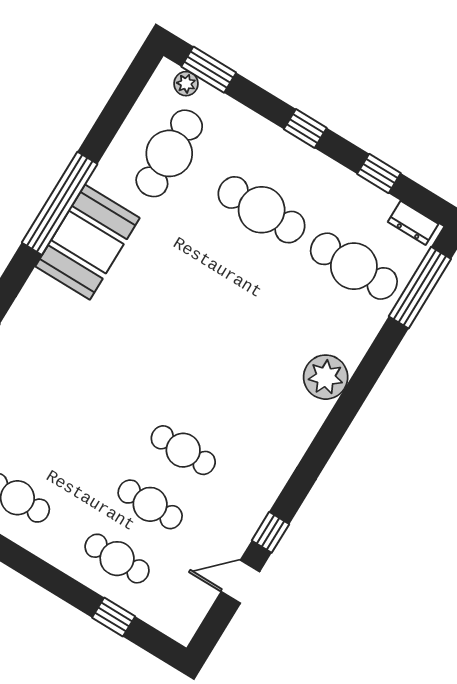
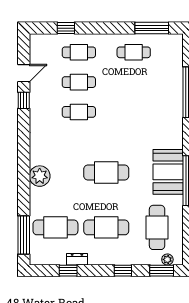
window: (305, 129) -> (123, 271), moved
dresser: (413, 223) -> (77, 259), moved
cafe table: (201, 310) -> (106, 173), added

